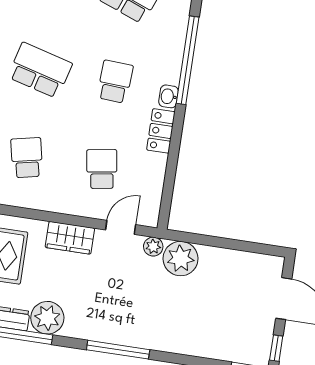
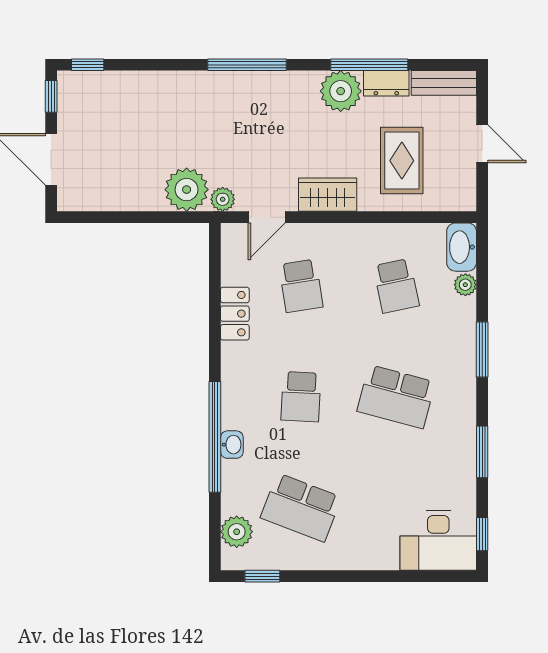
washbasin: (168, 96) -> (232, 445), moved
locker: (161, 131) -> (235, 314), moved

